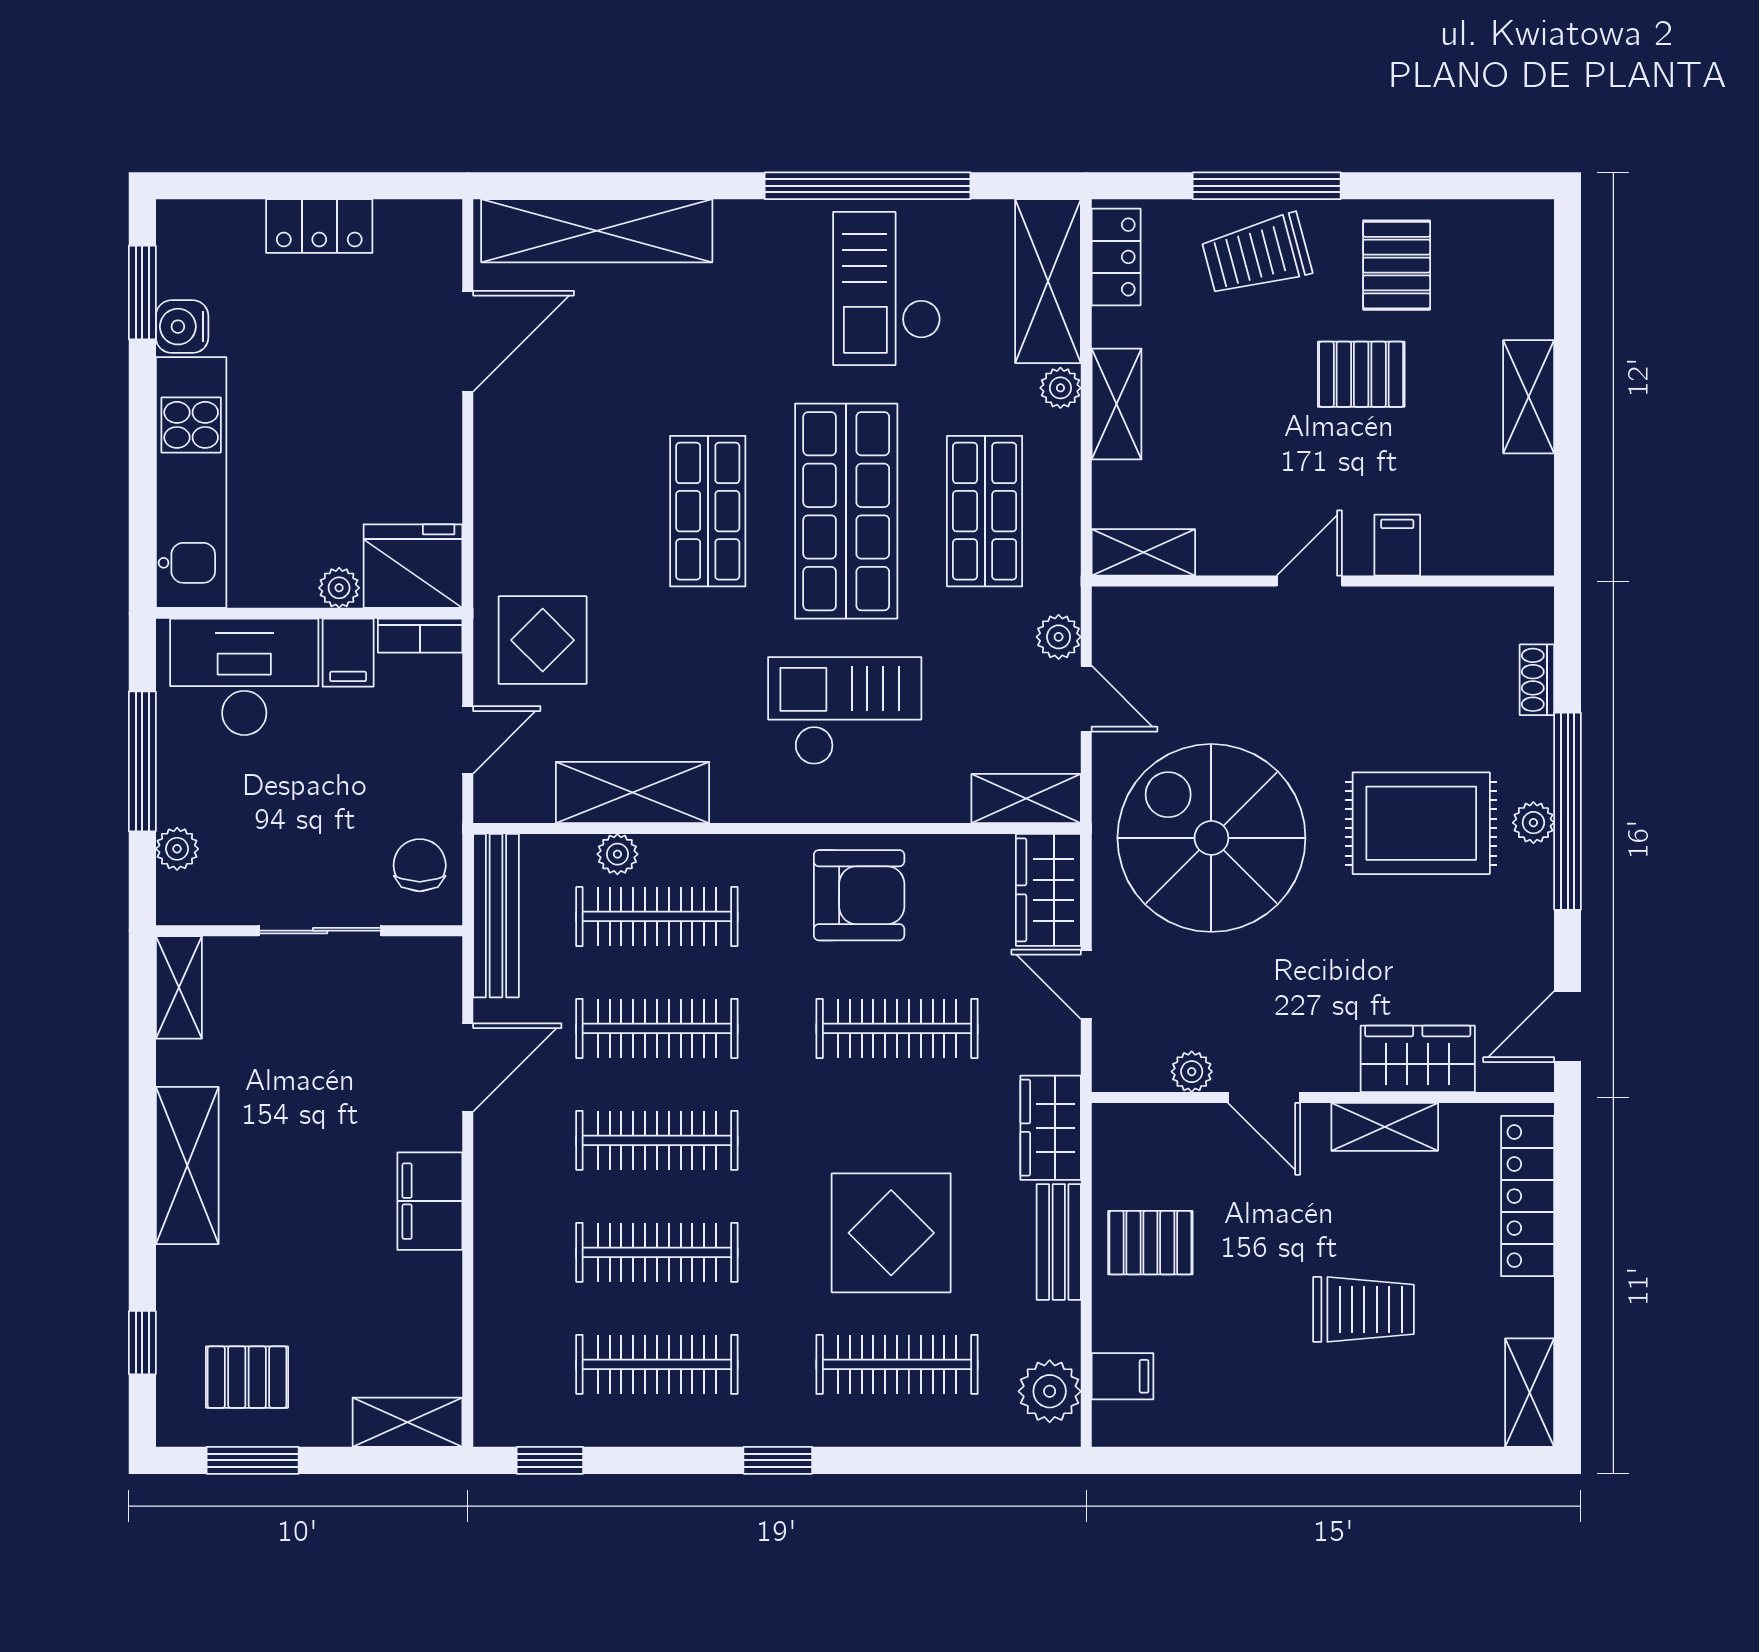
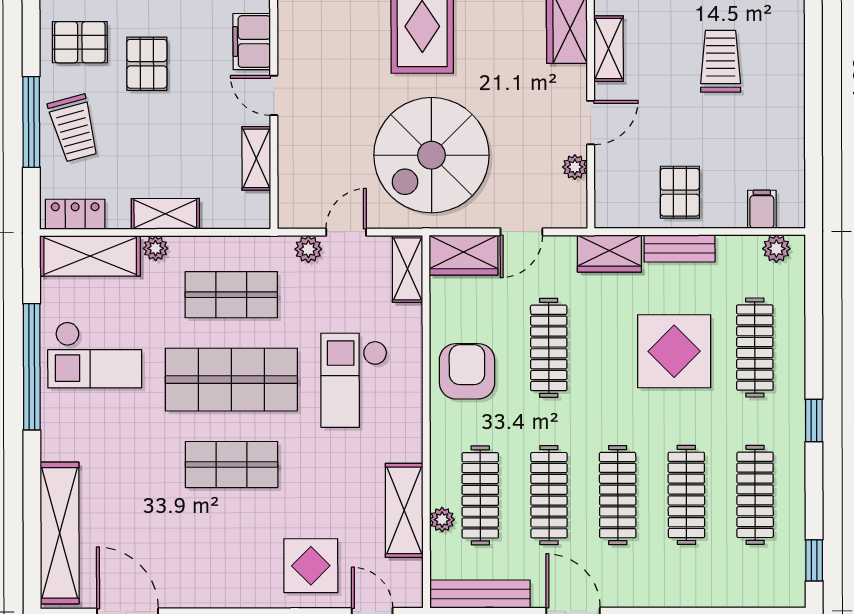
filing cabinet: (1397, 545) -> (252, 42), width x2.00
shelving: (1143, 552) -> (256, 158), moved
plant: (1050, 1391) -> (776, 249), width x0.73, depth x0.73

